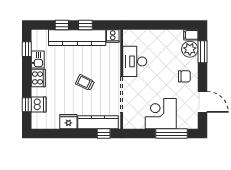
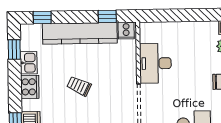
window: (62, 25) -> (42, 17), moved
window: (85, 25) -> (107, 16), moved
trolley: (85, 83) -> (79, 86), moved

